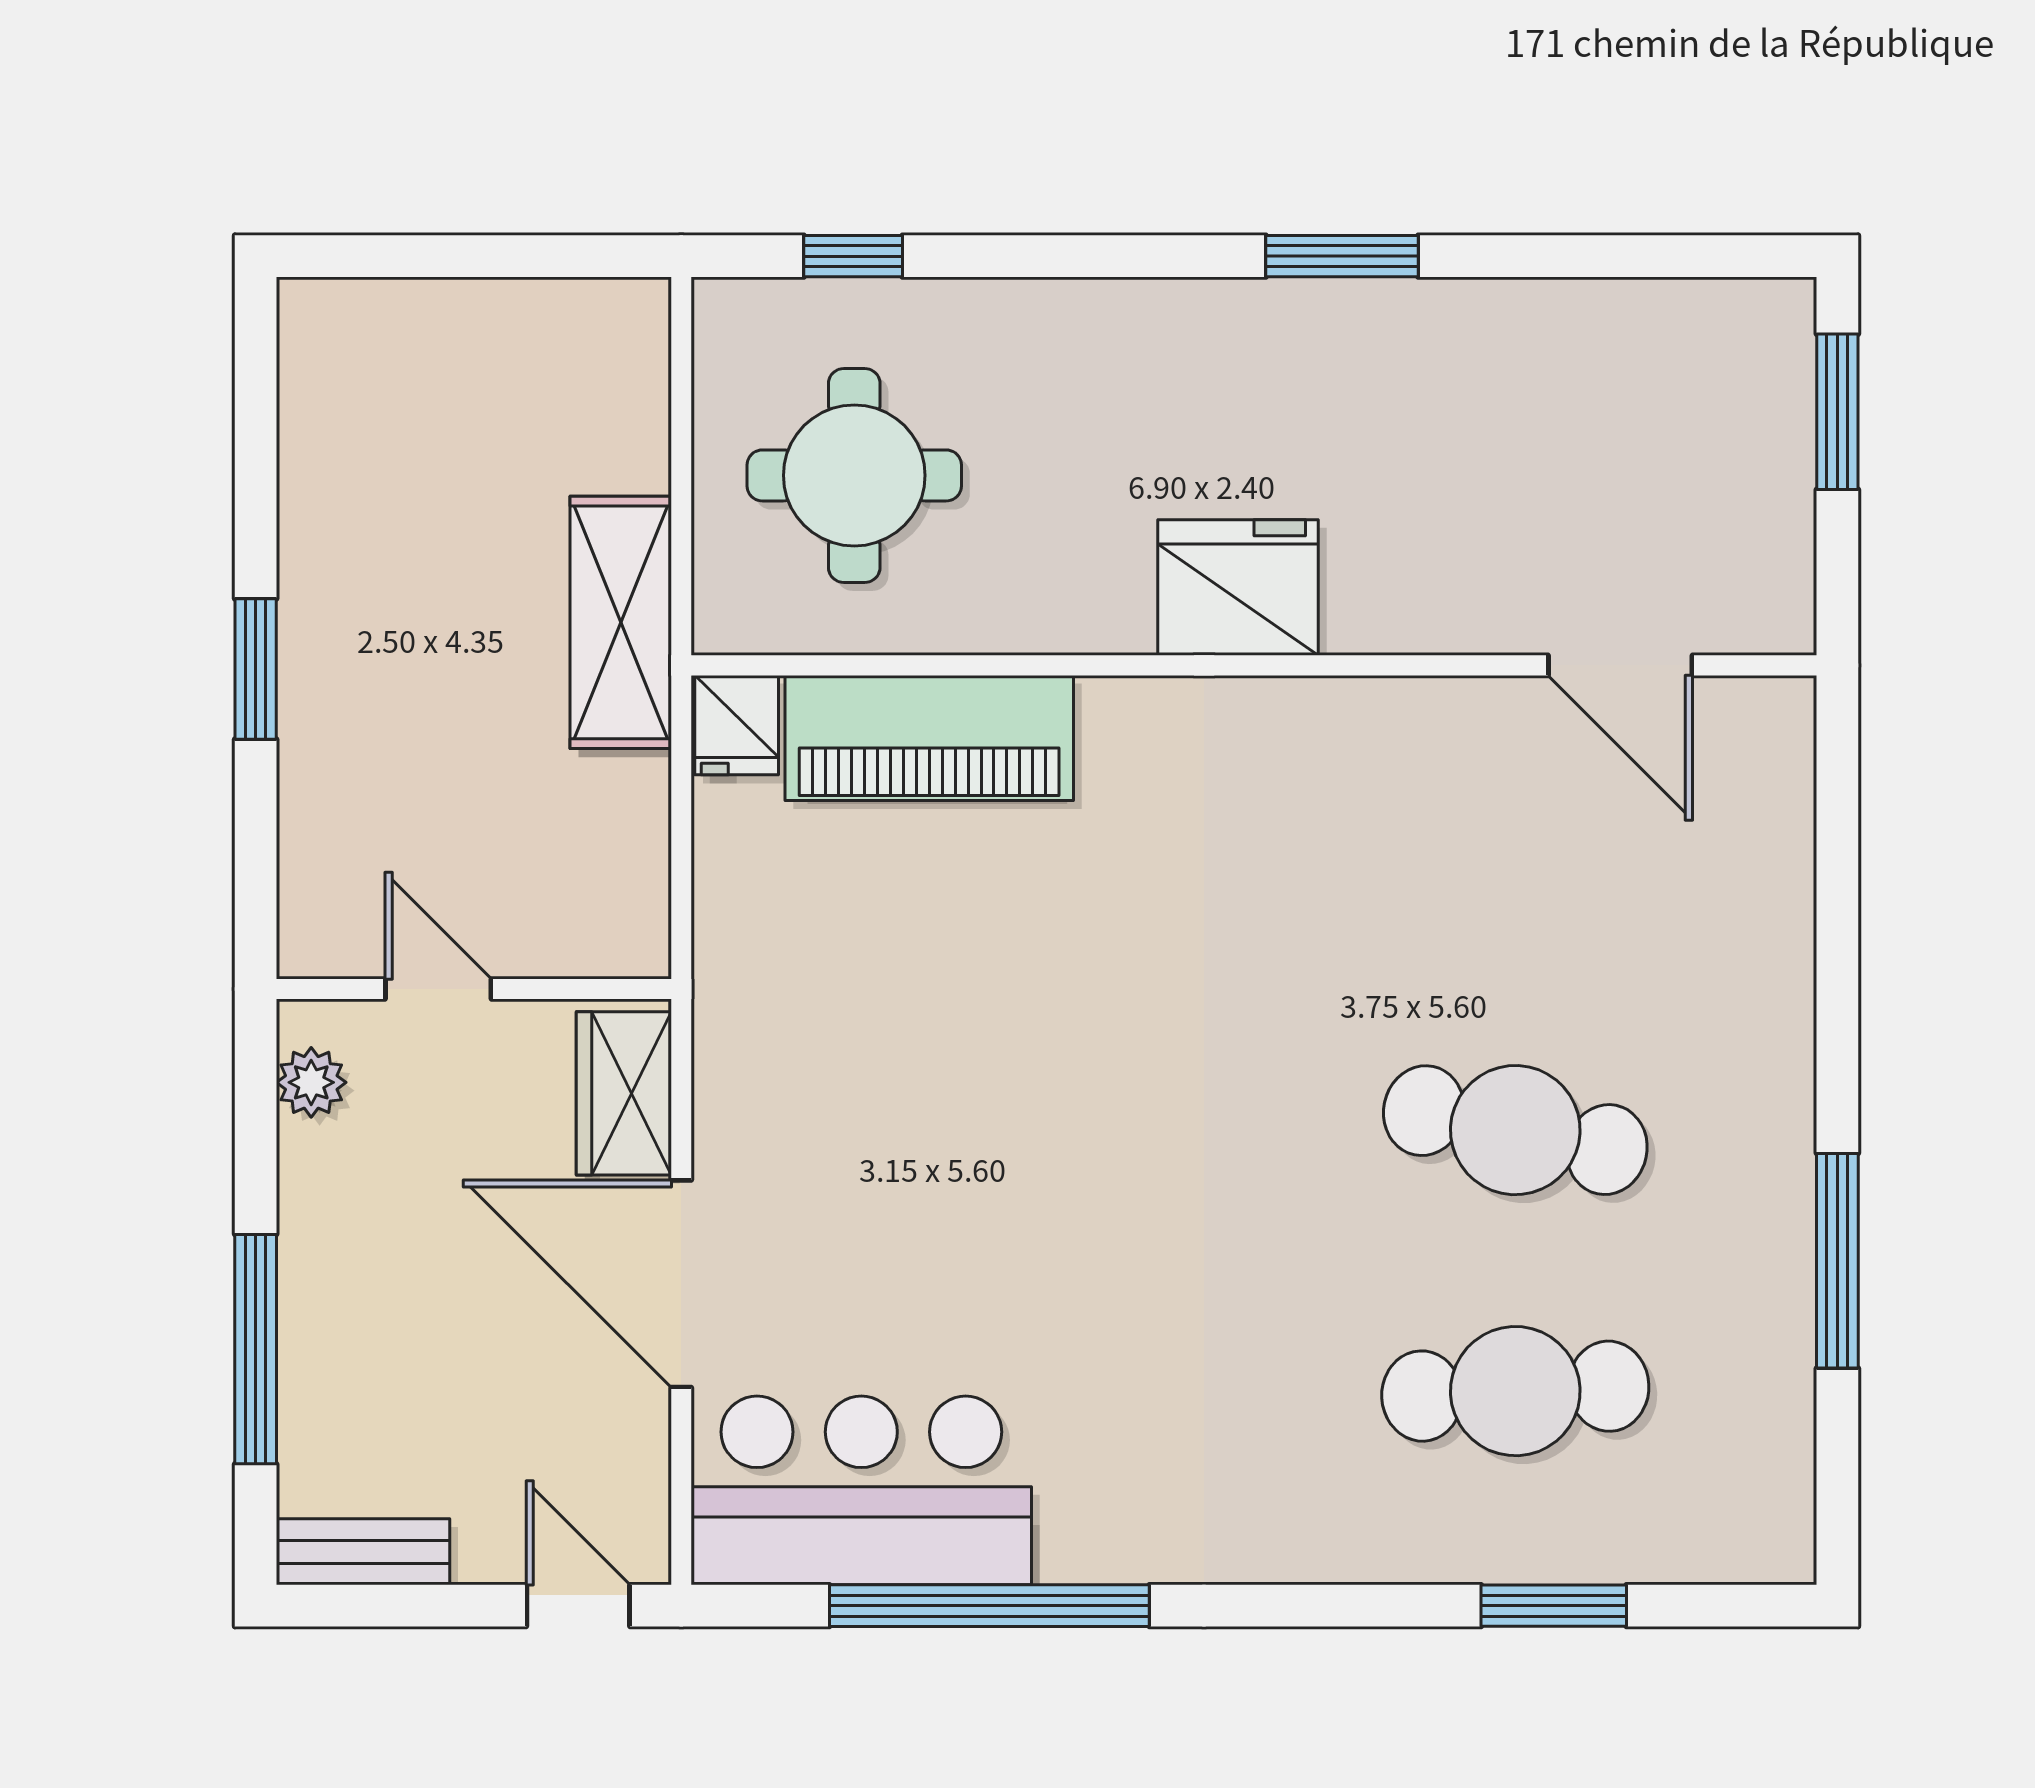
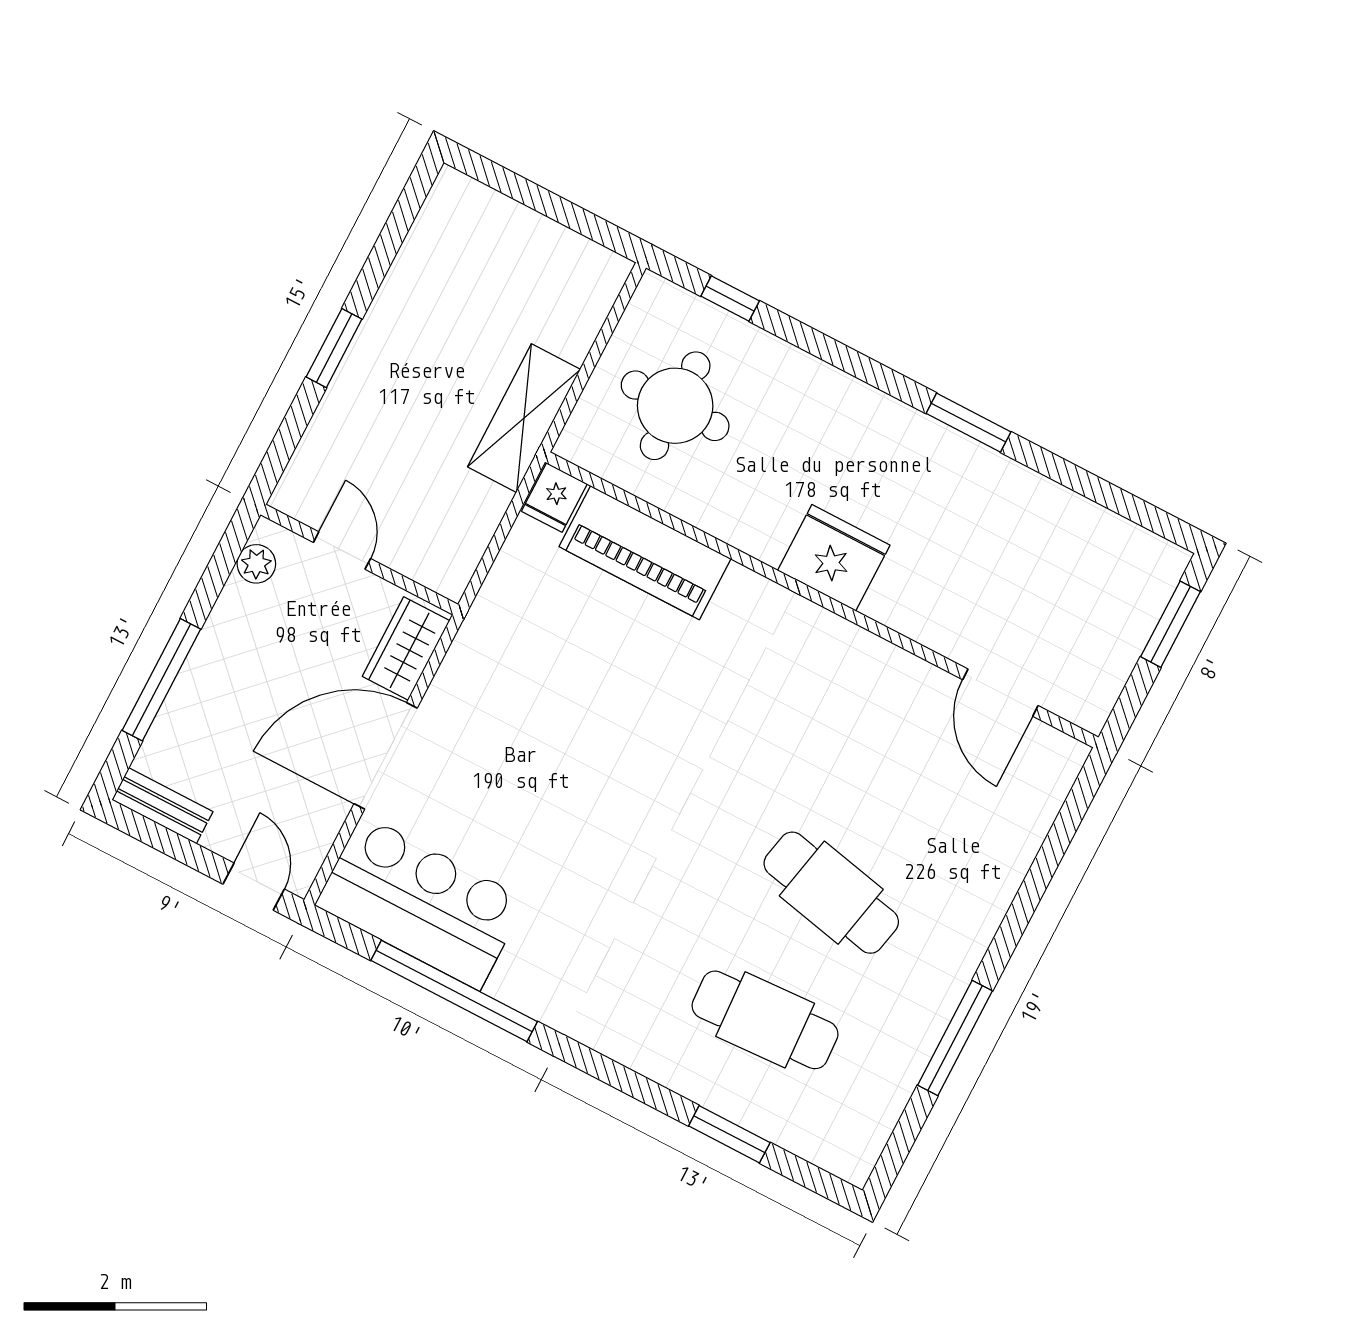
door: (681, 1284) -> (386, 756), hinge flipped

